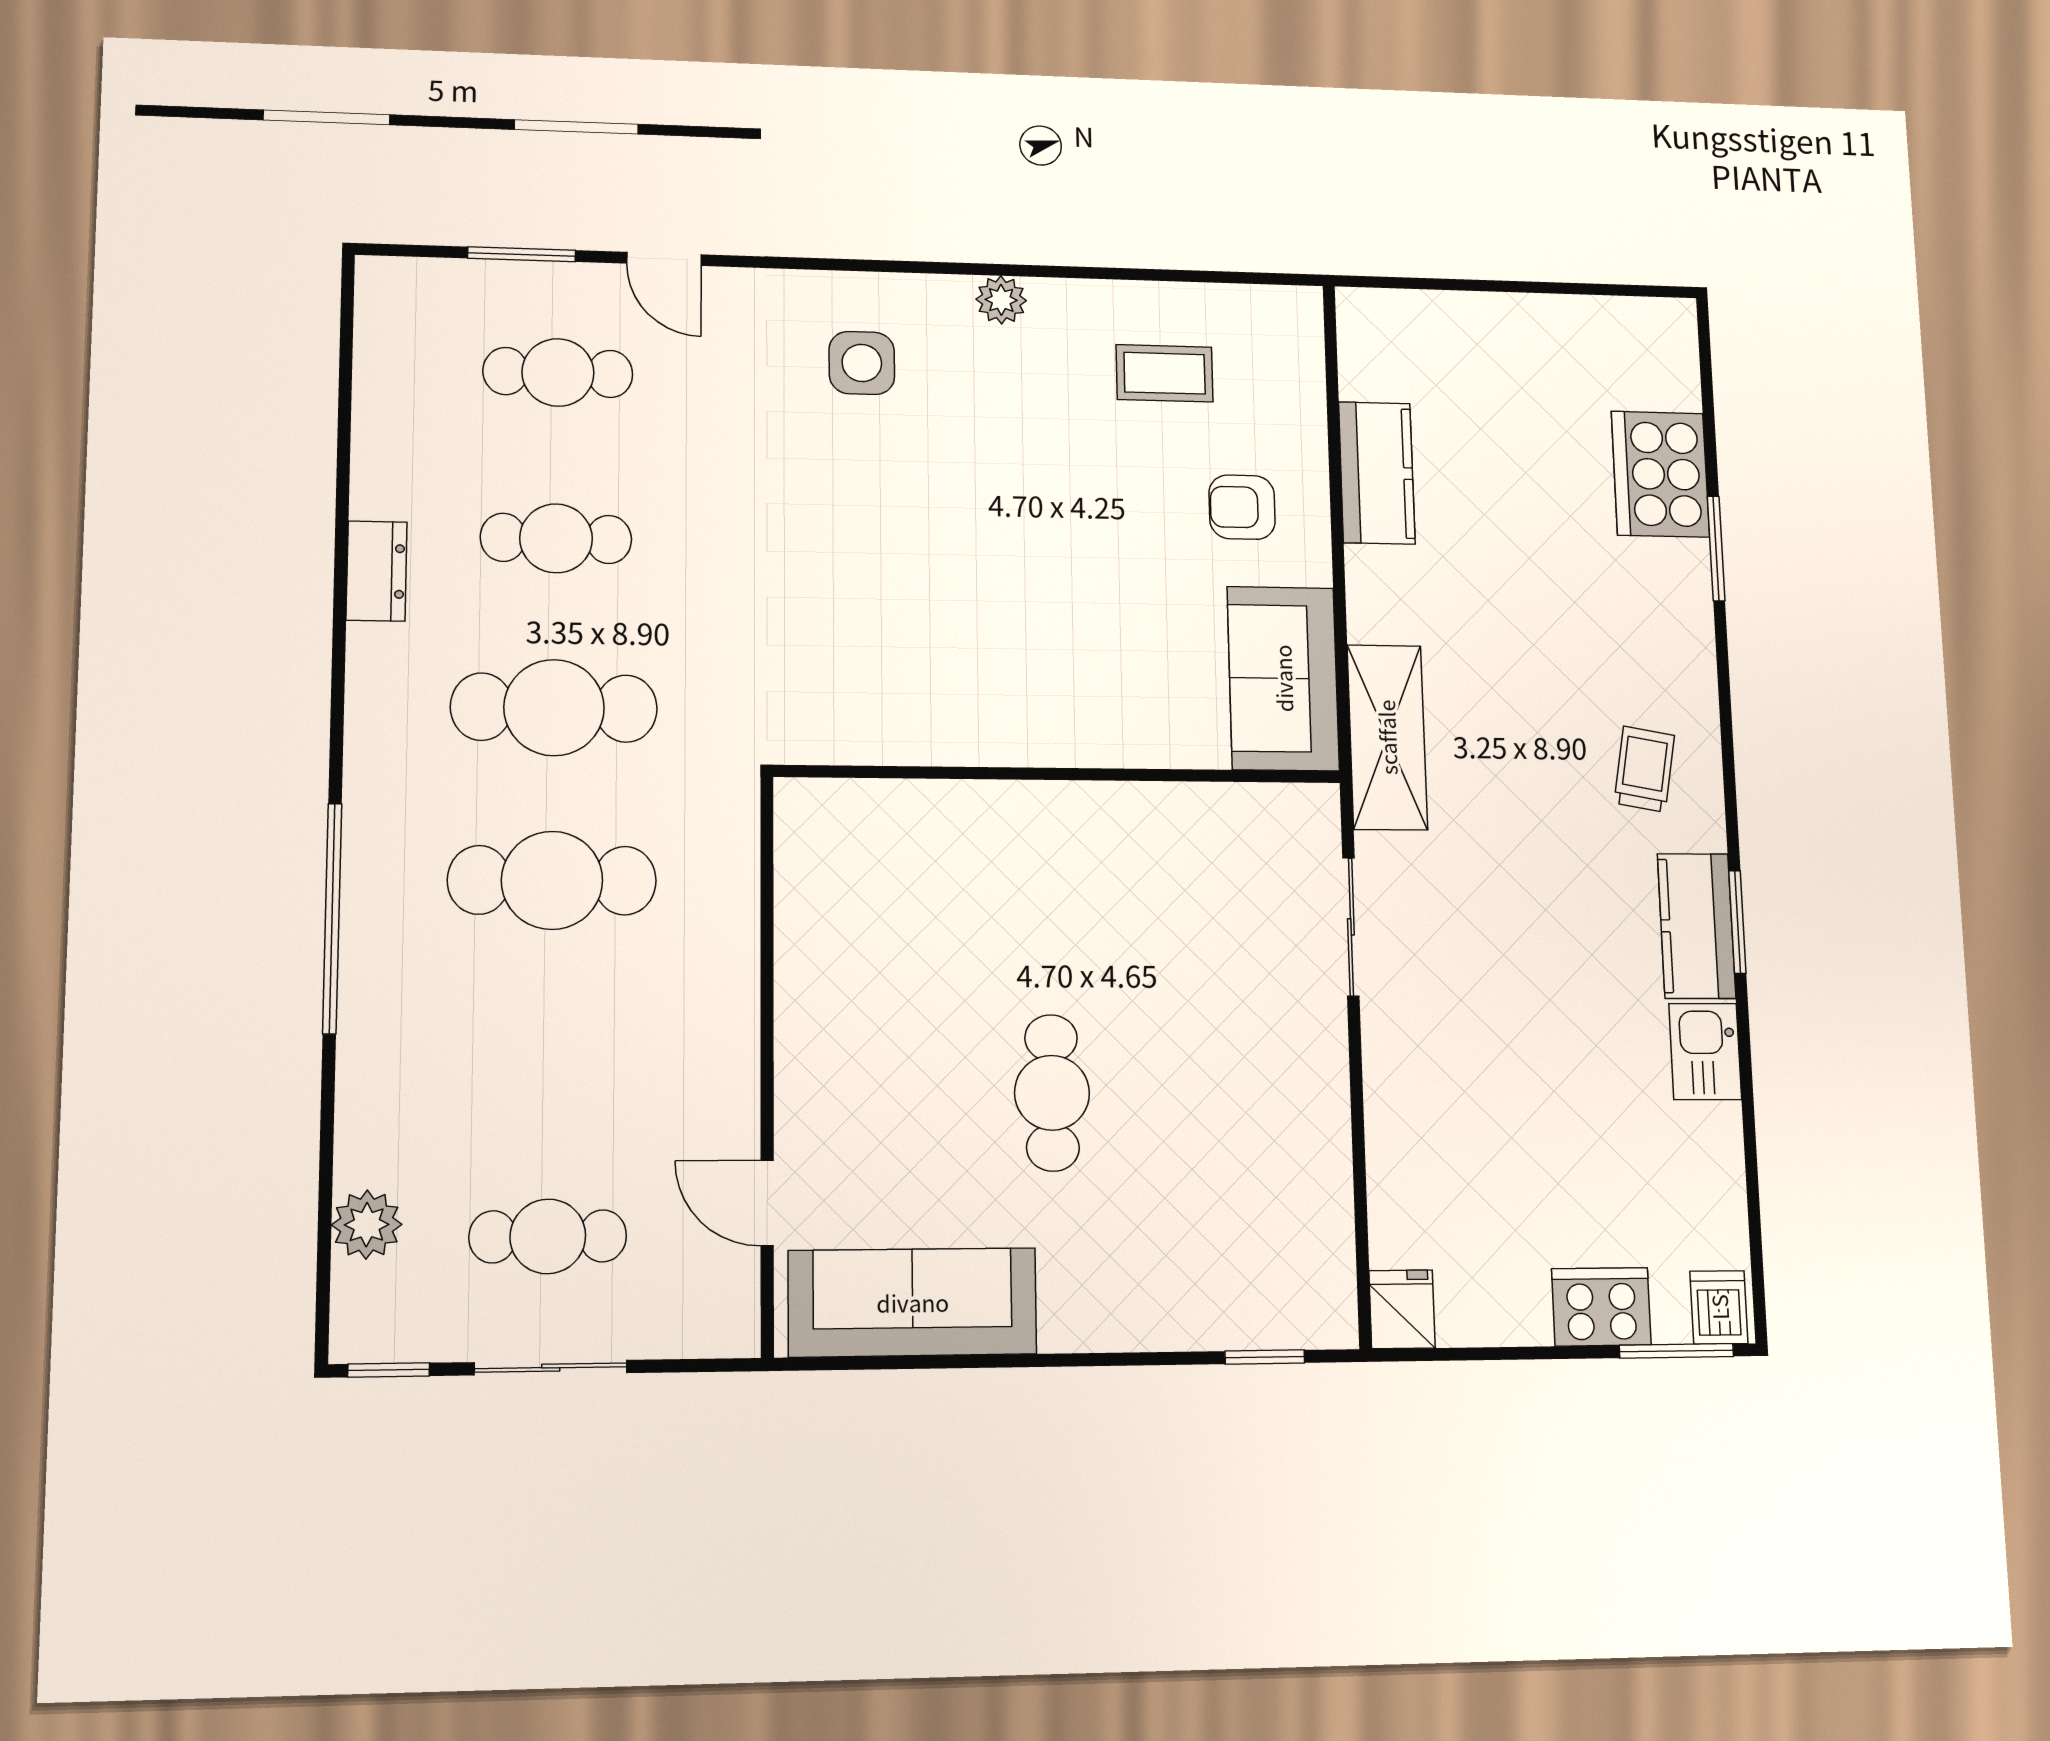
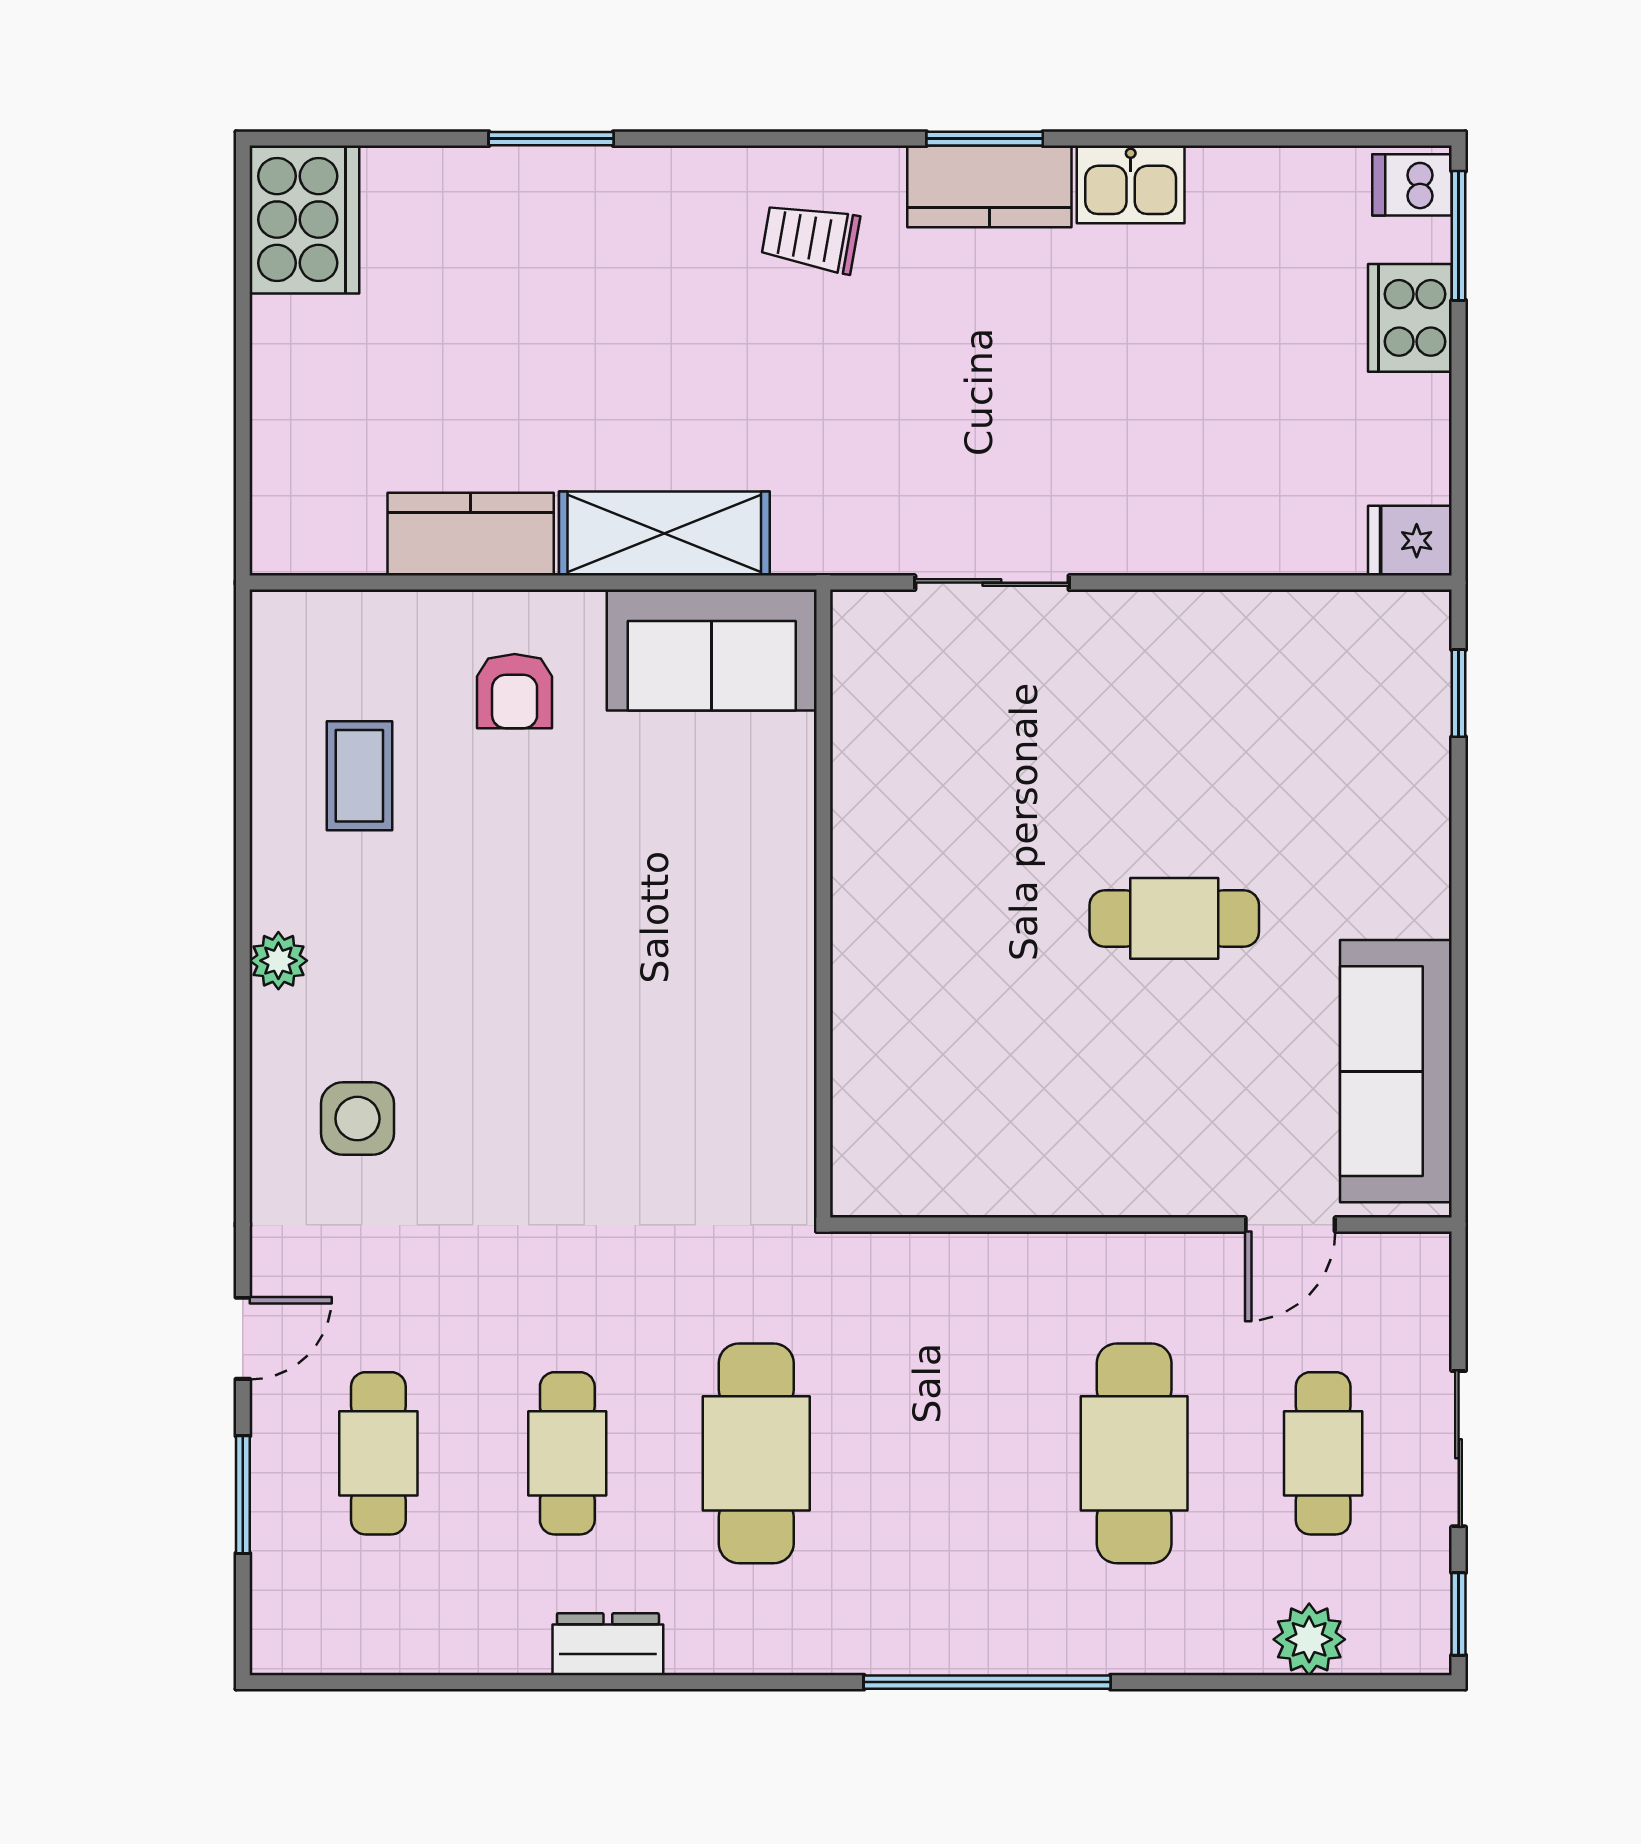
cooker: (1660, 474) -> (304, 220), moved, turned -90
shelving: (1387, 737) -> (664, 534), moved
cafe table: (552, 880) -> (1134, 1453), moved

